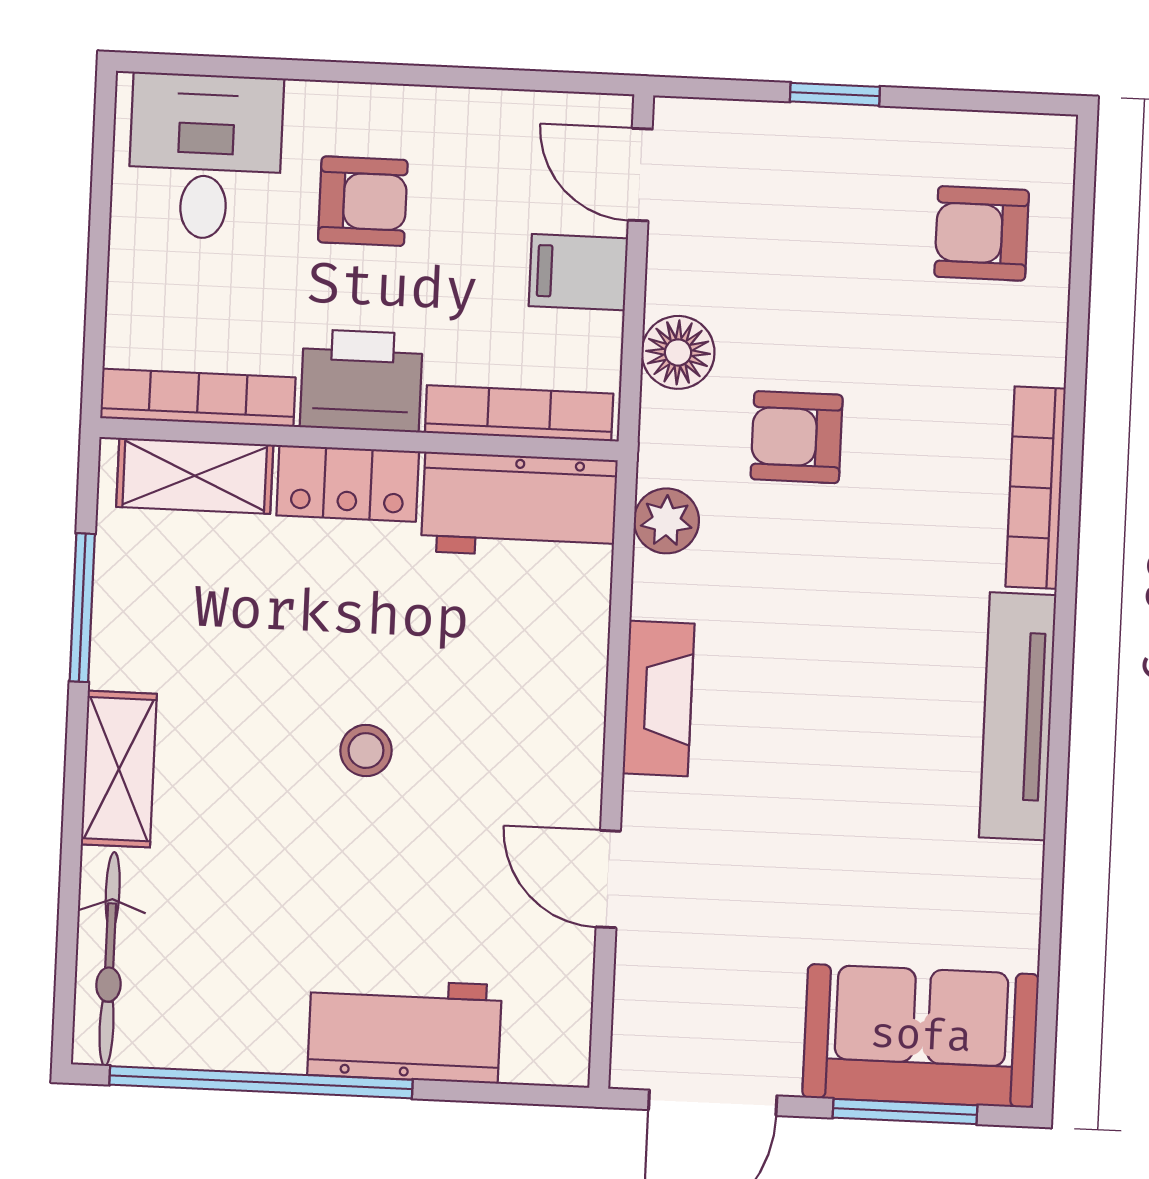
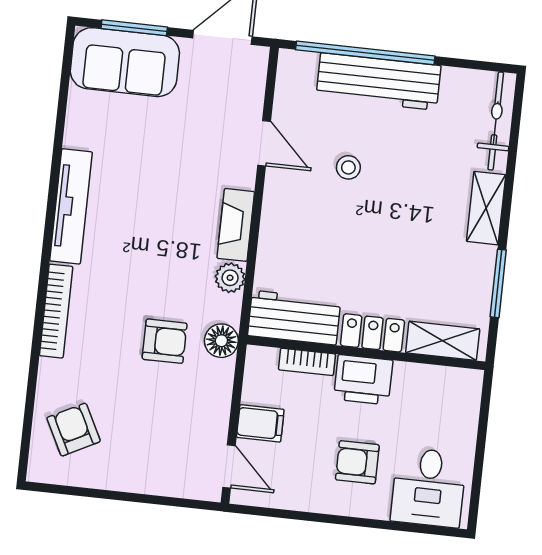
window: (835, 94) -> (137, 498), removed
armchair: (982, 233) -> (74, 430), turned -117
floor lamp: (678, 352) -> (221, 341), moved
bookcase: (198, 398) -> (439, 377), removed
bookcase: (519, 413) -> (307, 362), width x0.64
plant: (666, 521) -> (230, 278), moved
stool: (366, 751) -> (348, 167), moved
workbench: (405, 1030) -> (379, 81), width x1.38
window: (261, 1082) -> (365, 53), moved

